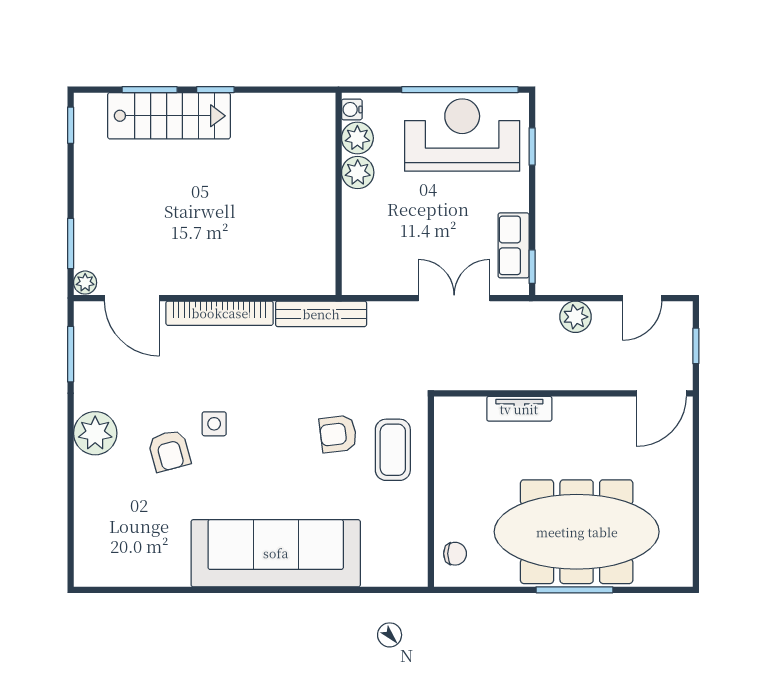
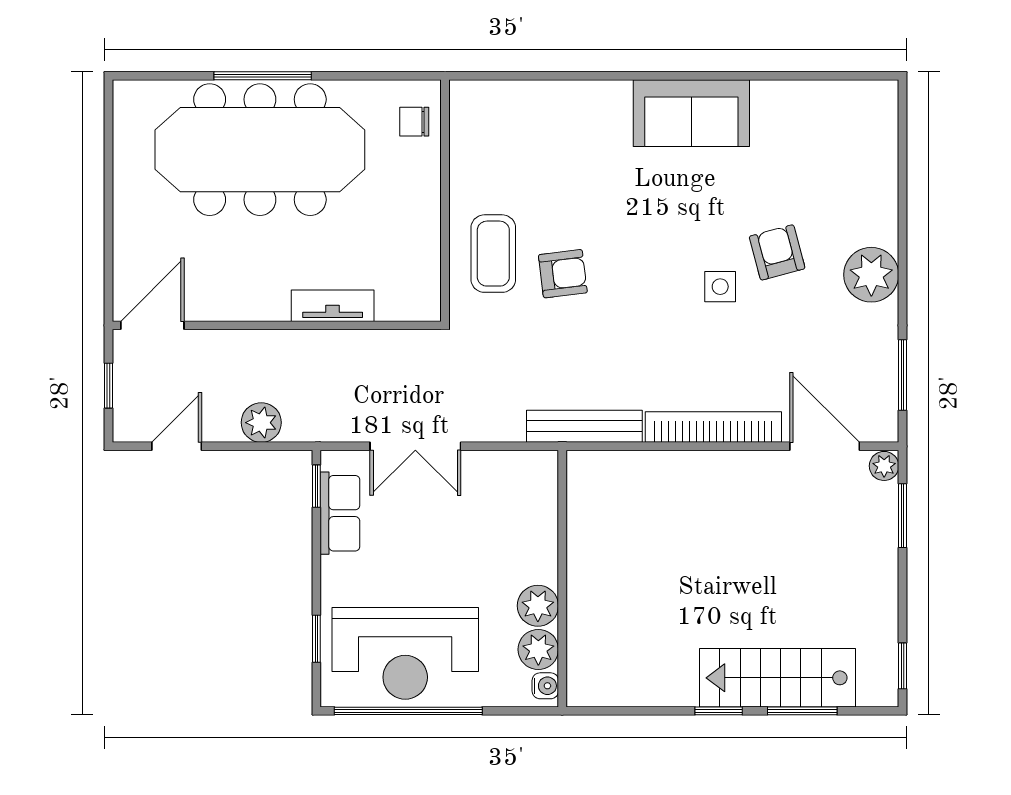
sofa: (276, 553) -> (691, 113), width x0.54, depth x0.79

